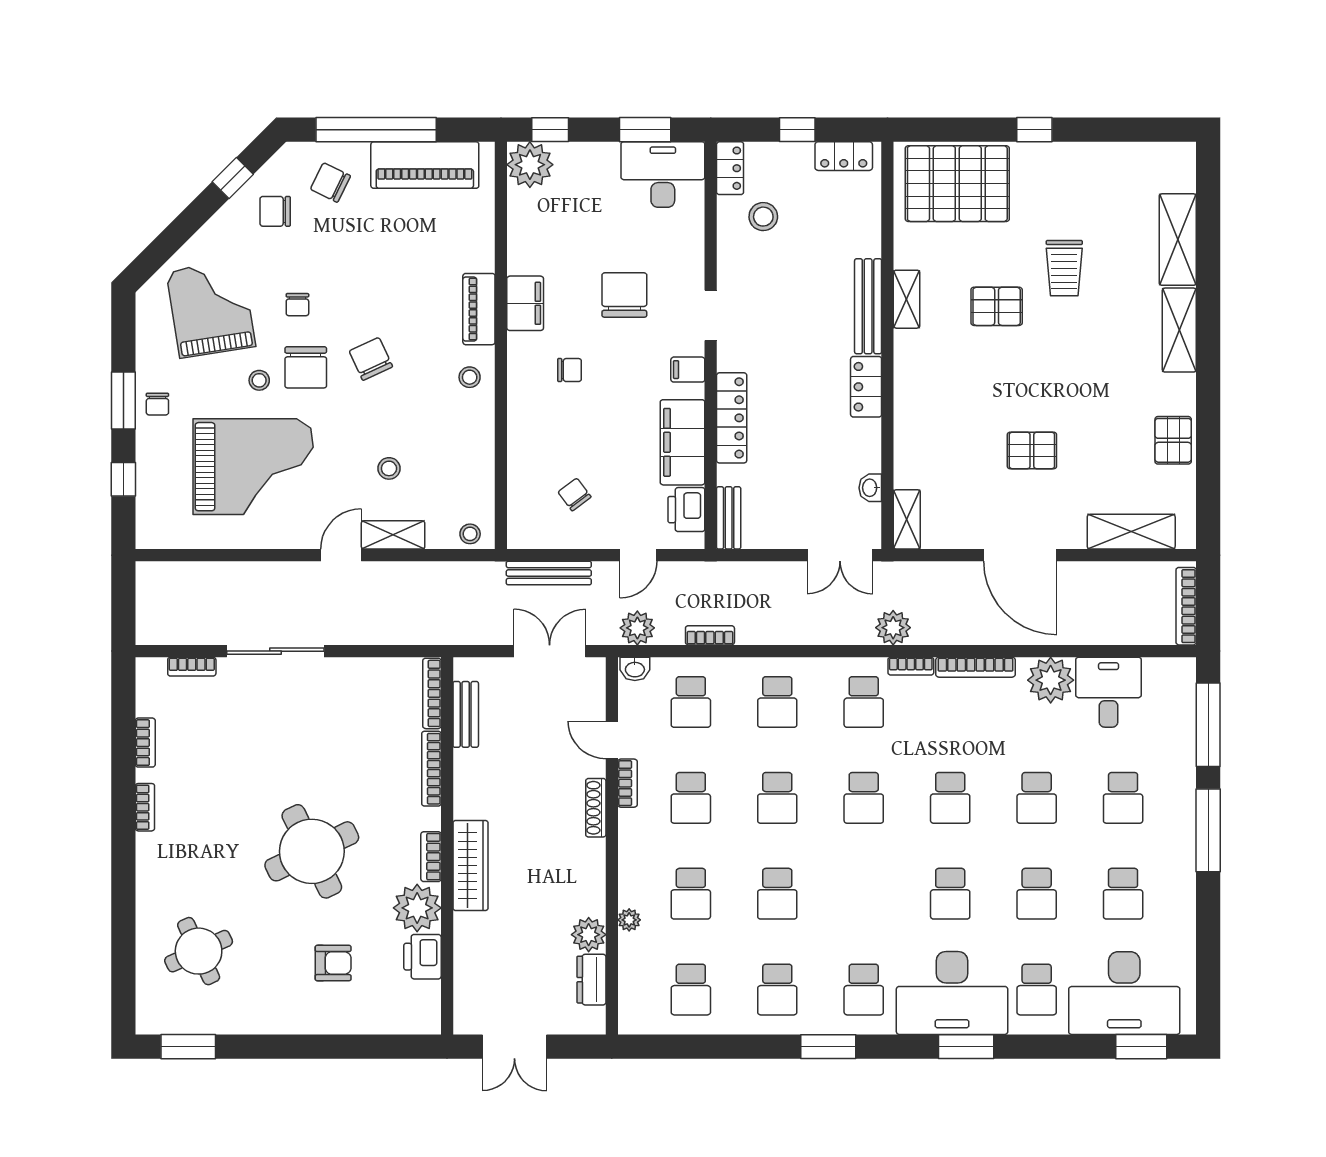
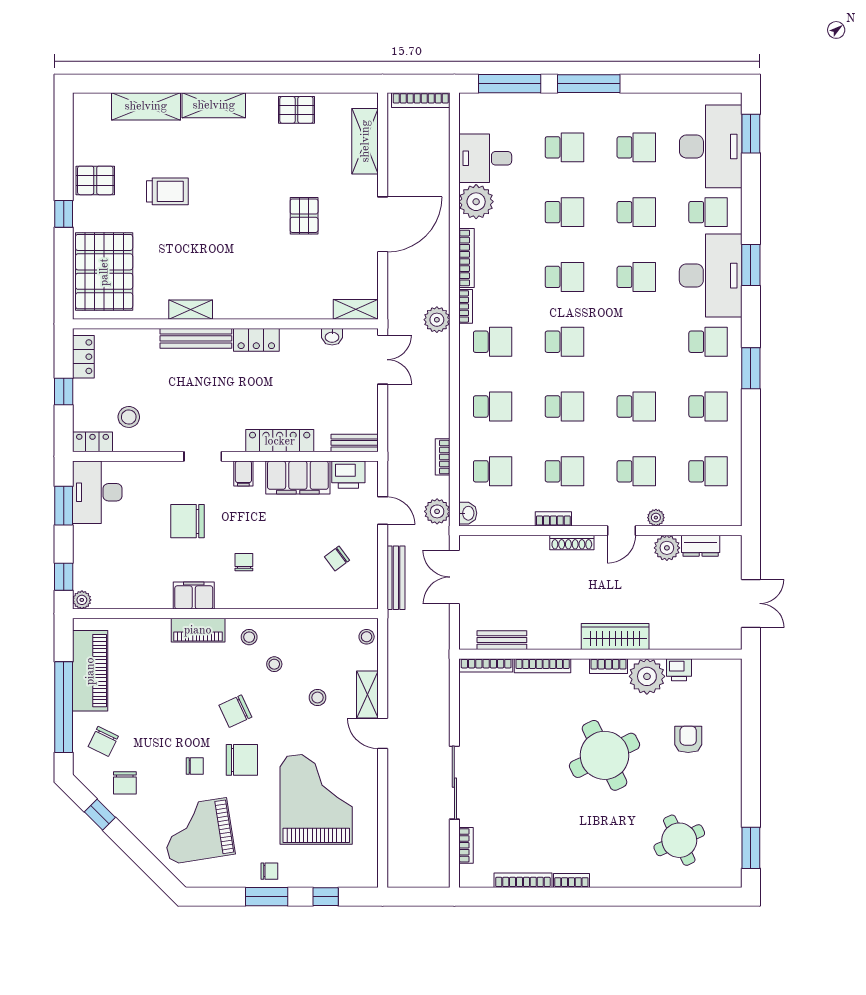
plant: (530, 165) -> (82, 600), width x0.53, depth x0.53
pallet: (997, 306) -> (95, 180), moved, turned 90
stool: (259, 380) -> (274, 664), moved
door: (612, 740) -> (621, 531), moved
bookcase: (145, 743) -> (523, 880), width x1.56
printer: (423, 957) -> (679, 670), width x0.73, depth x0.81

